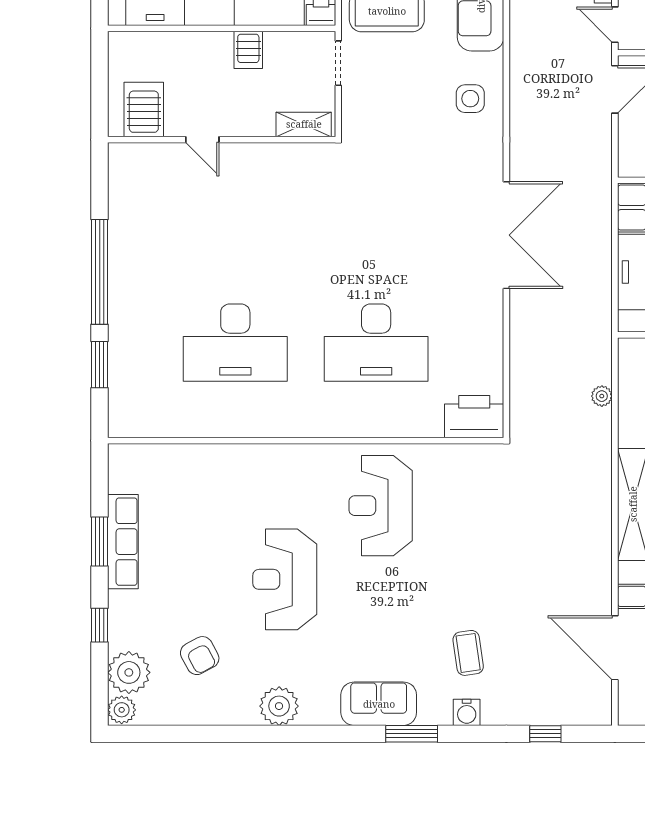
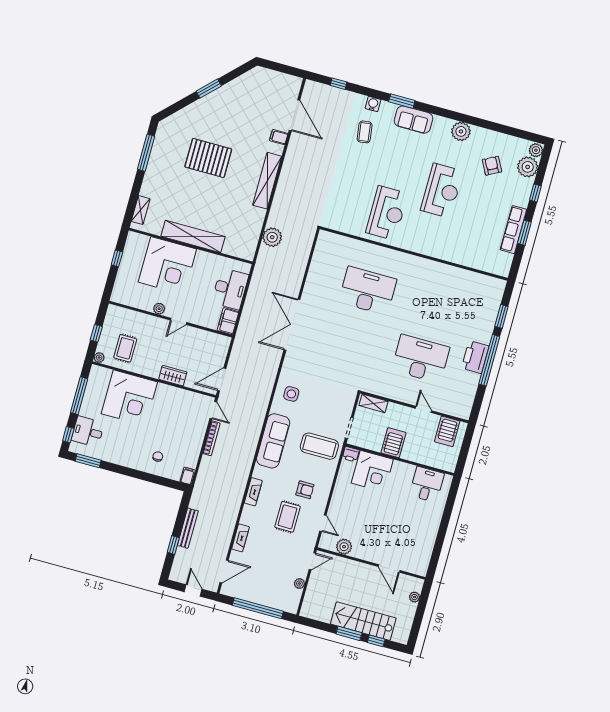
server rack: (248, 50) -> (393, 443), width x1.36, depth x1.44
desk: (235, 343) -> (421, 359), moved
plant: (602, 396) -> (272, 237), width x1.88, depth x1.88
printer: (474, 417) -> (475, 357), moved, turned 90

